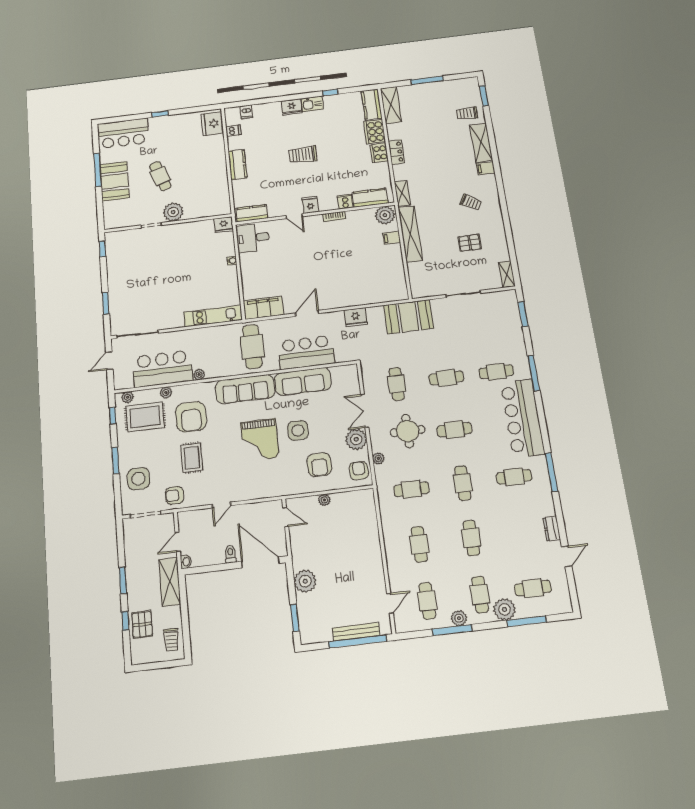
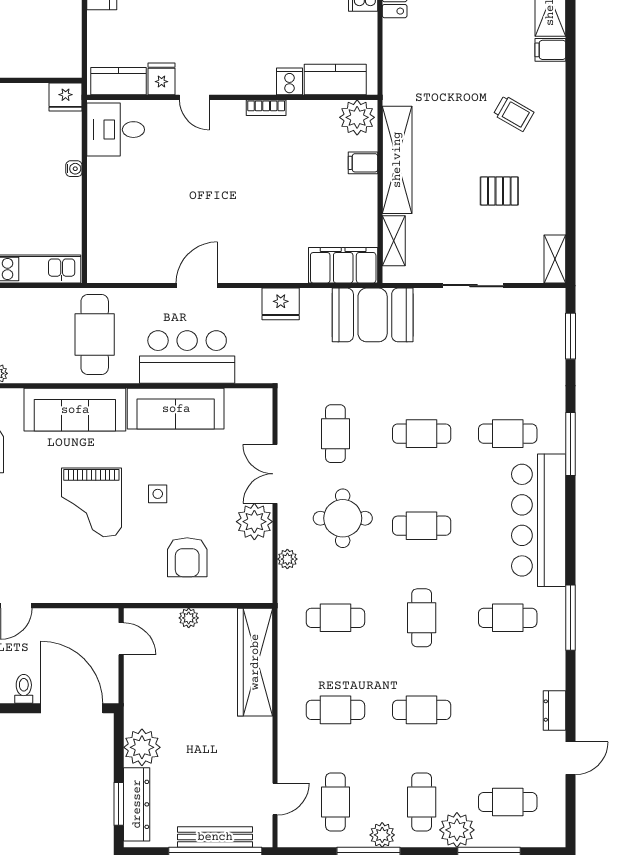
shelving: (402, 193) -> (394, 241), moved
fridge: (310, 205) -> (161, 79), moved
filing cabinet: (263, 308) -> (343, 265), moved
side table: (298, 430) -> (158, 494), width x0.54, depth x0.54
armchair: (359, 471) -> (252, 576), removed
wardrobe: (367, 521) -> (255, 662), added
cafe table: (471, 538) -> (422, 710), turned 90
cafe table: (419, 544) -> (335, 710), turned 90
dresser: (306, 617) -> (137, 804), added

